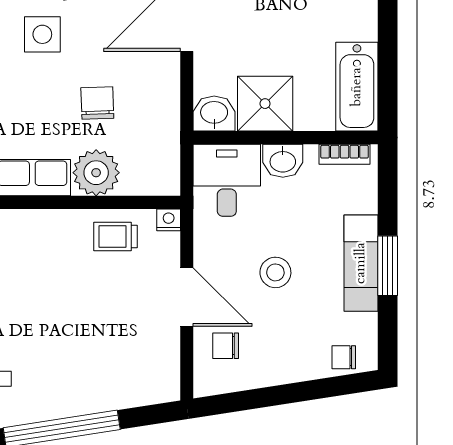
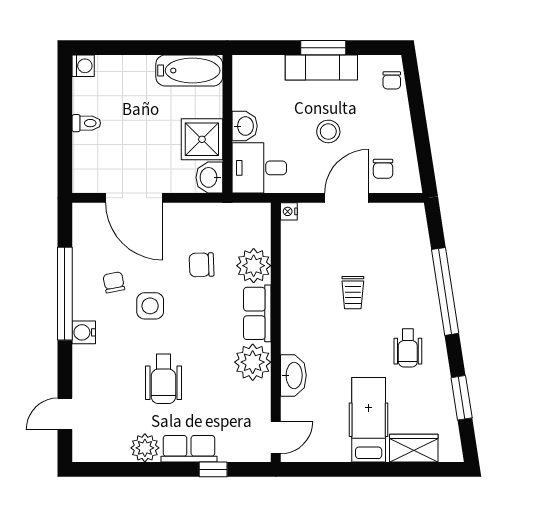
bookcase: (345, 154) -> (240, 80), removed
trolley: (116, 236) -> (353, 293), moved

